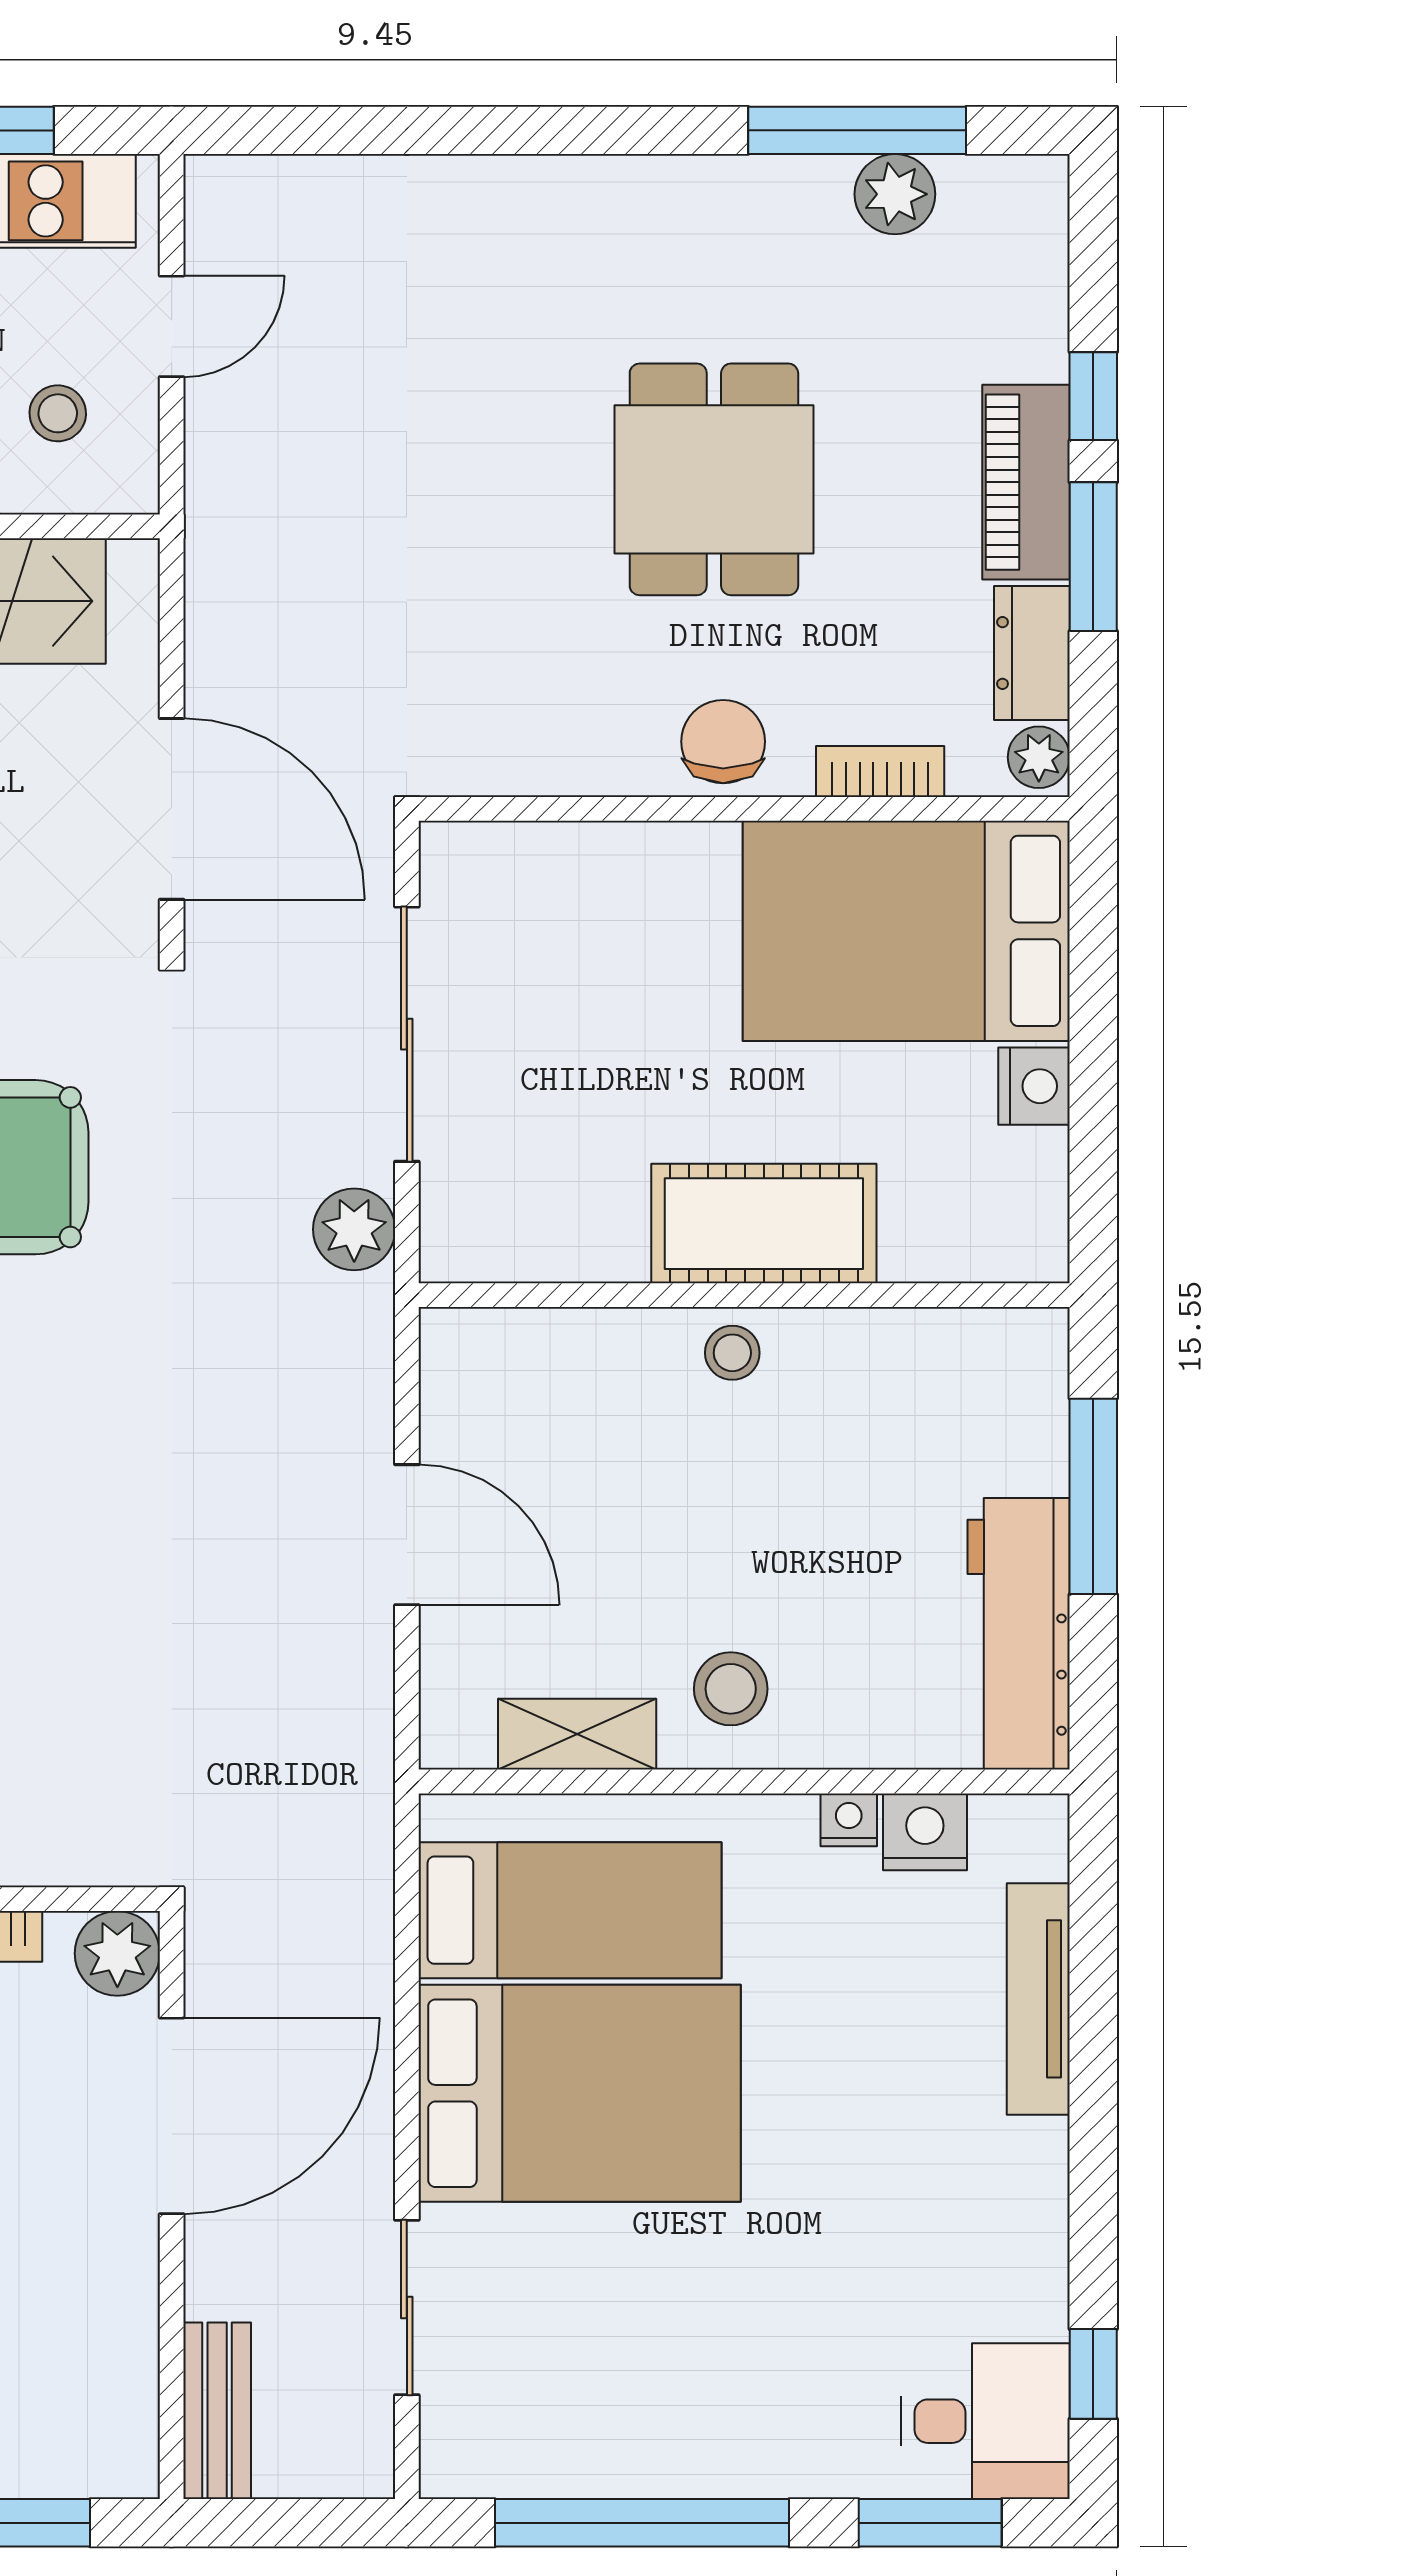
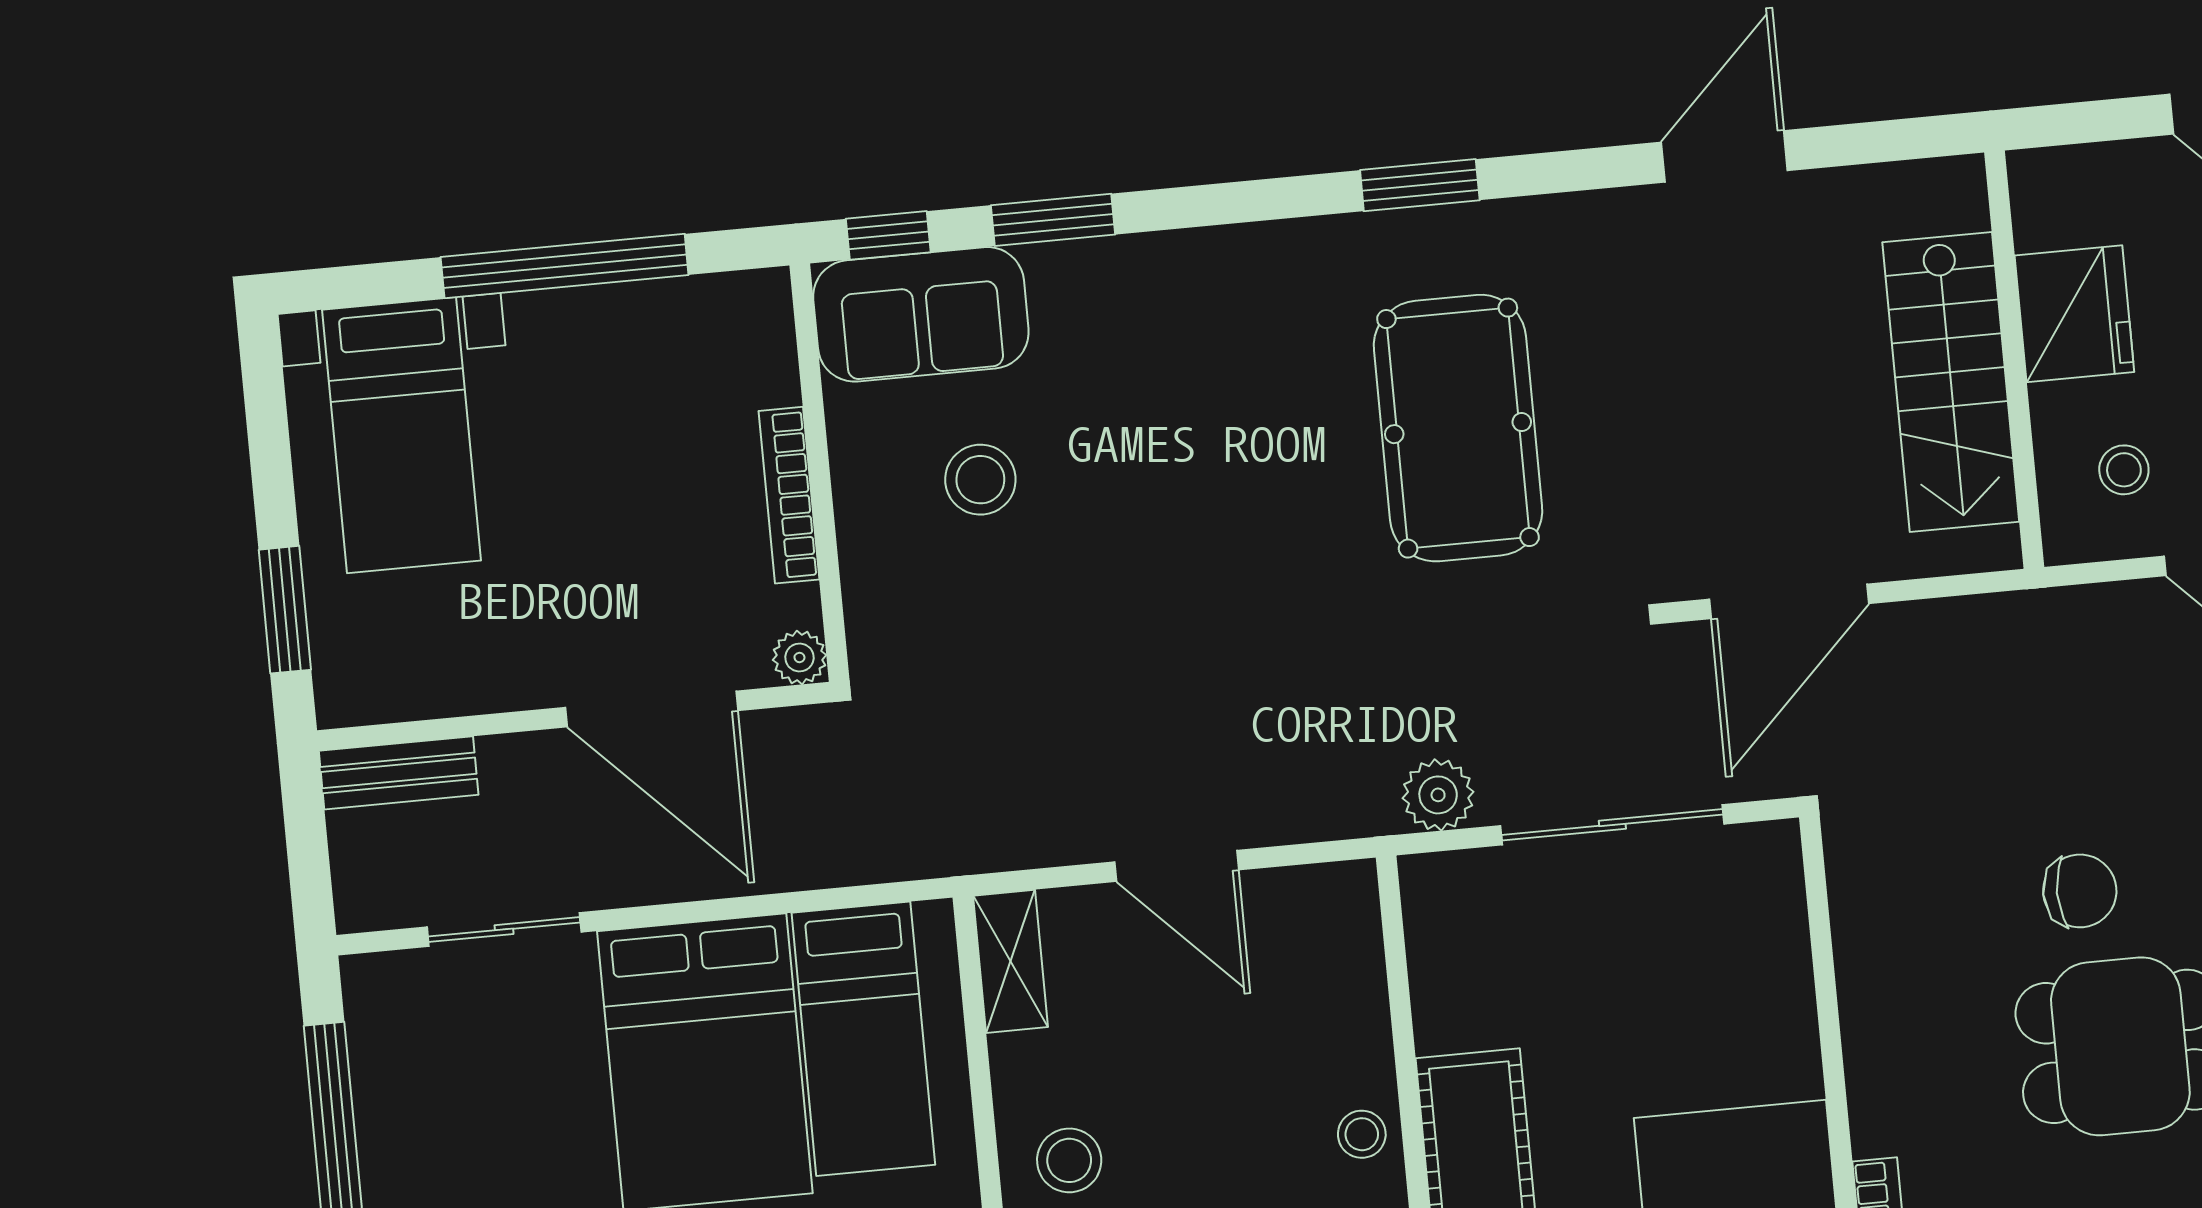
chair: (723, 742) -> (2080, 891), moved
door: (407, 1535) -> (1177, 866), hinge flipped
shelving: (577, 1734) -> (1011, 961), moved
plant: (117, 1953) -> (799, 657), width x0.73, depth x0.73

